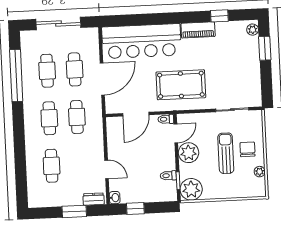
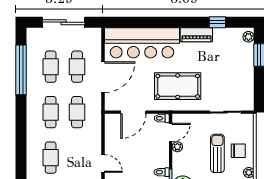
chair: (247, 149) -> (238, 151), turned 90
plant: (189, 153) -> (177, 147), width x0.53, depth x0.53

